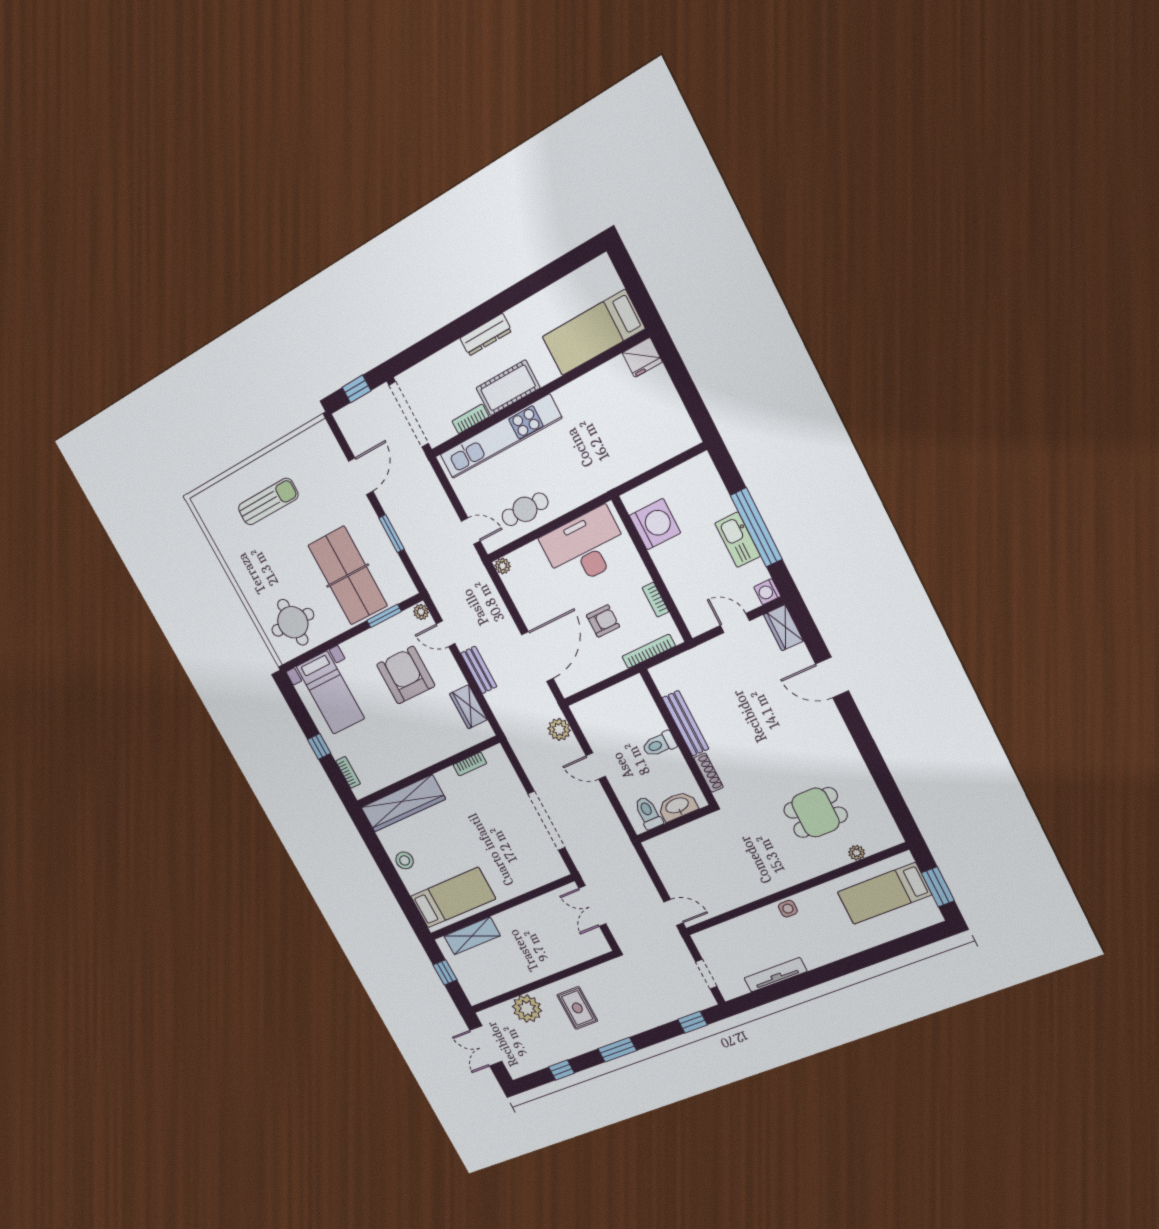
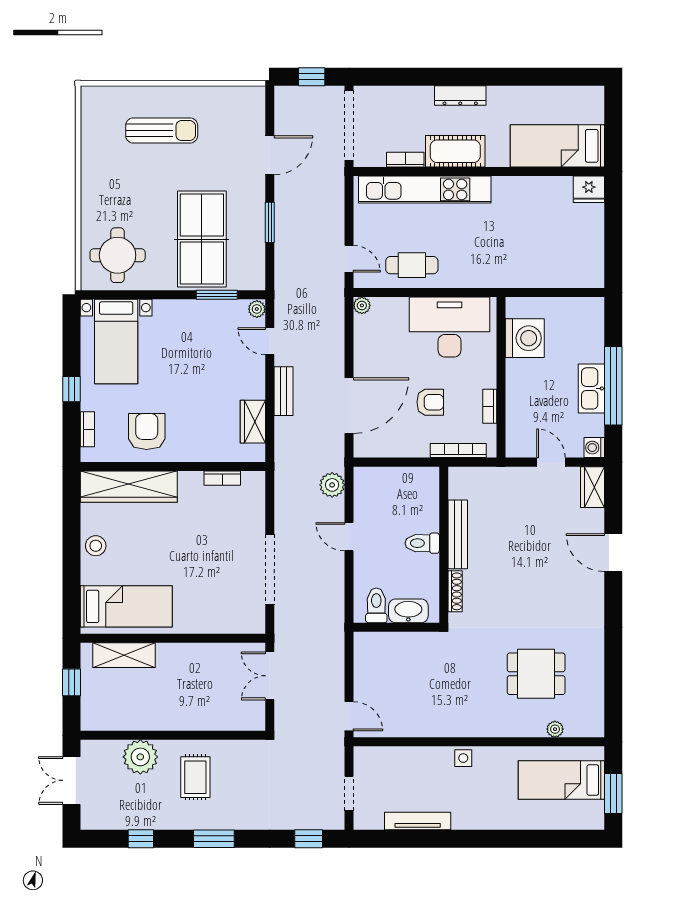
armchair: (406, 675) -> (147, 432), moved, width x0.73, depth x0.73

